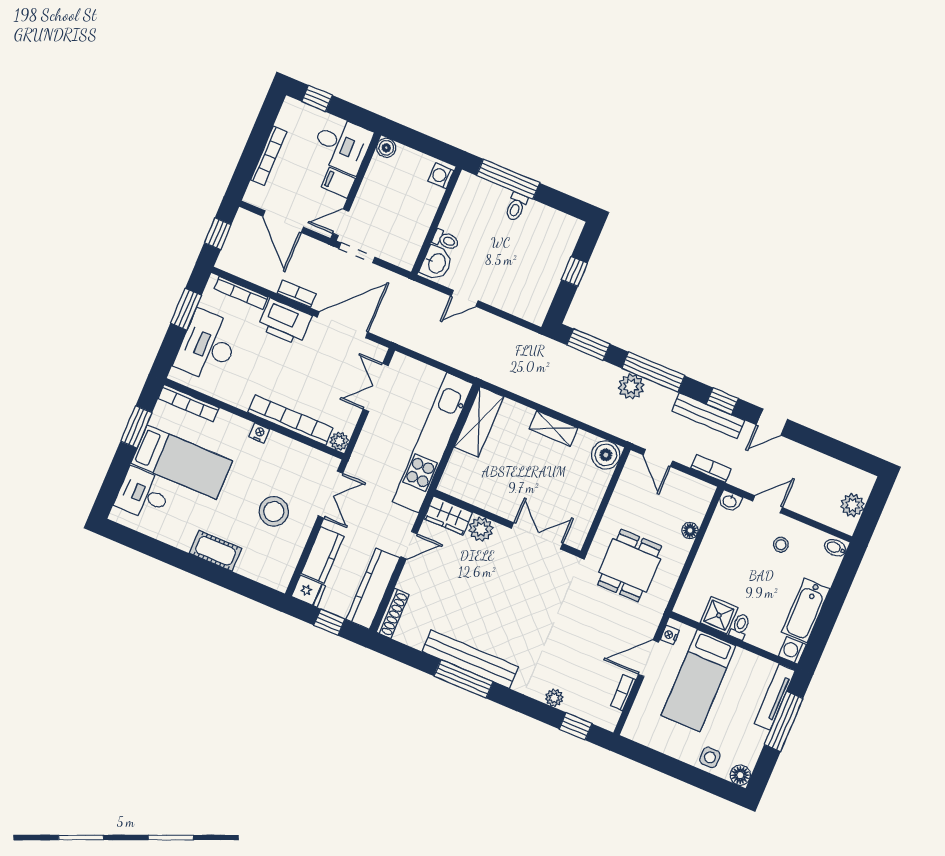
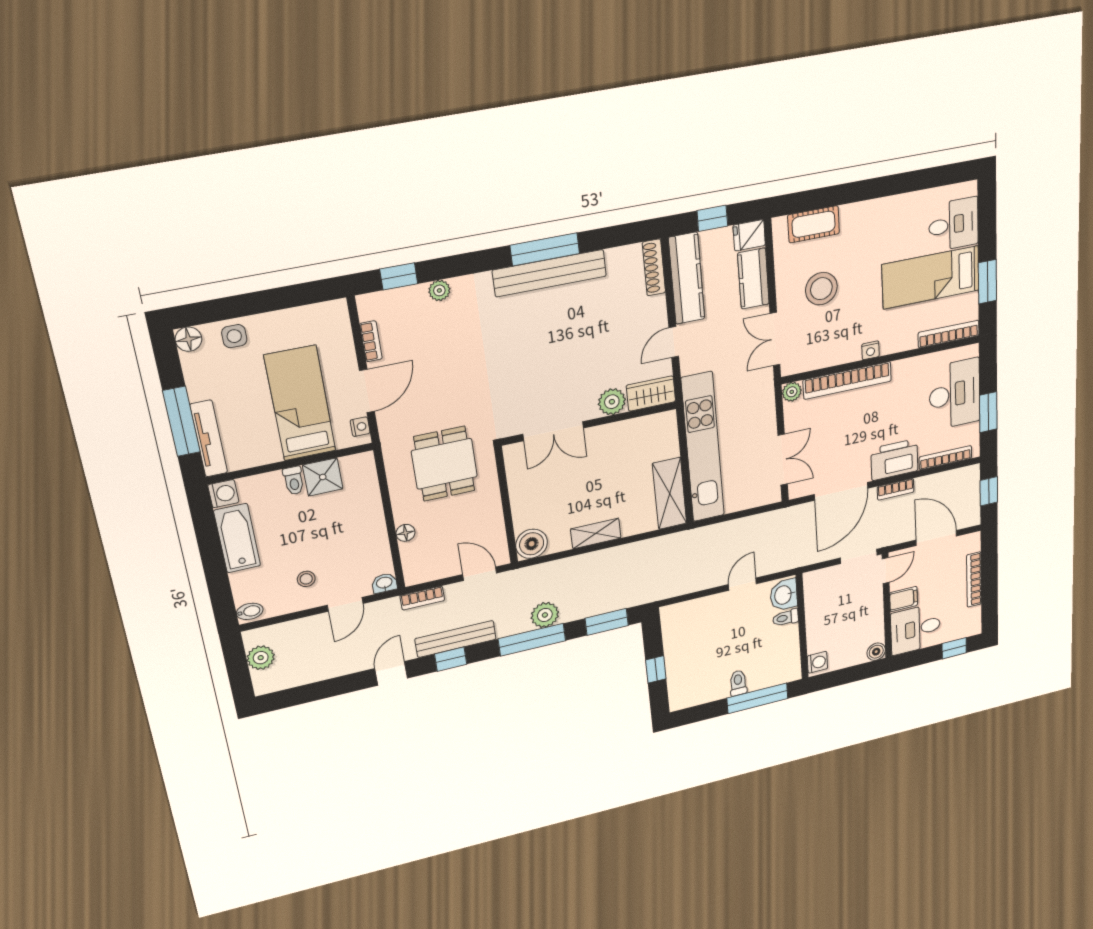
cot: (216, 551) -> (814, 224), moved

